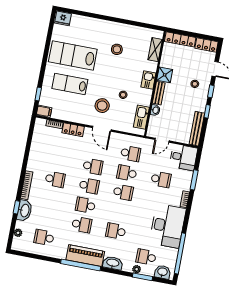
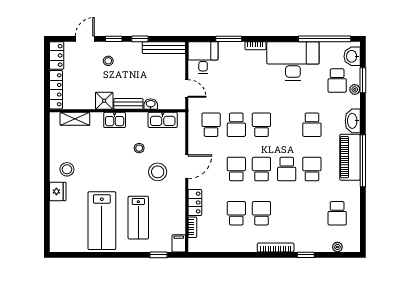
fridge: (63, 18) -> (58, 191), moved
stool: (117, 49) -> (67, 169), moved
school desk: (161, 179) -> (236, 213), moved
washbasin: (24, 210) -> (308, 244), removed

